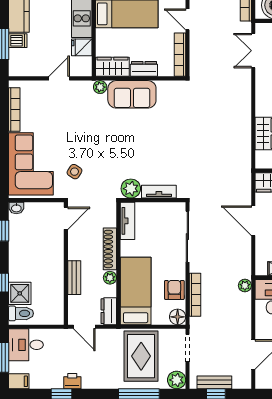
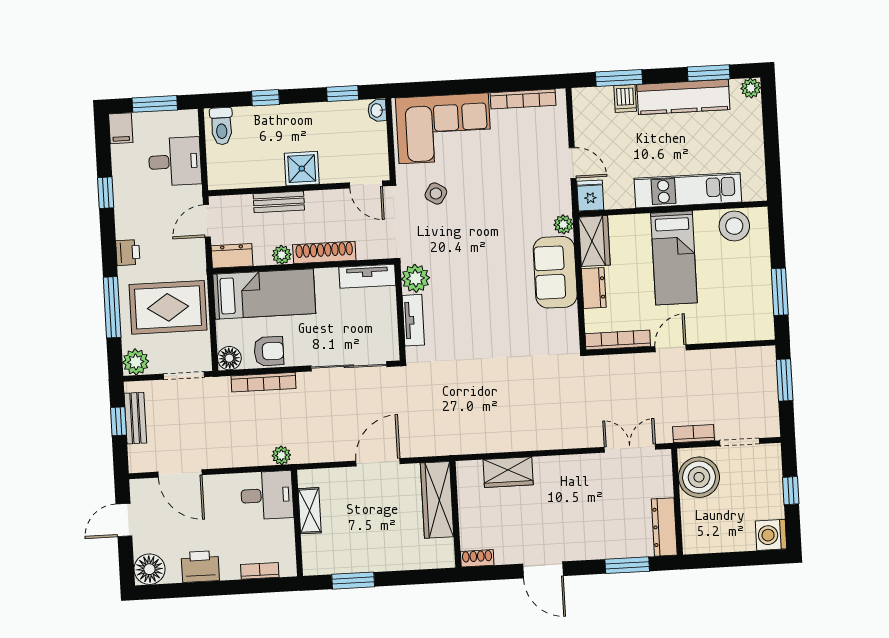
fridge: (82, 47) -> (590, 196), moved
shower: (20, 293) -> (302, 169), moved
desk: (26, 345) -> (175, 161), moved, turned 90
printer: (72, 381) -> (128, 253), moved

